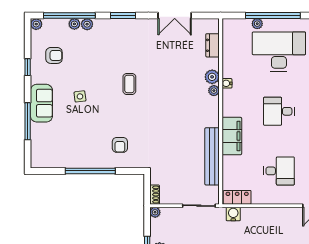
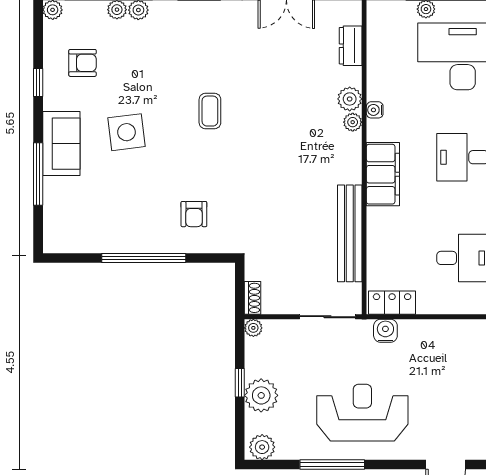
side table: (80, 96) -> (126, 132), width x1.87, depth x1.87
filing cabinet: (232, 136) -> (383, 174), moved

